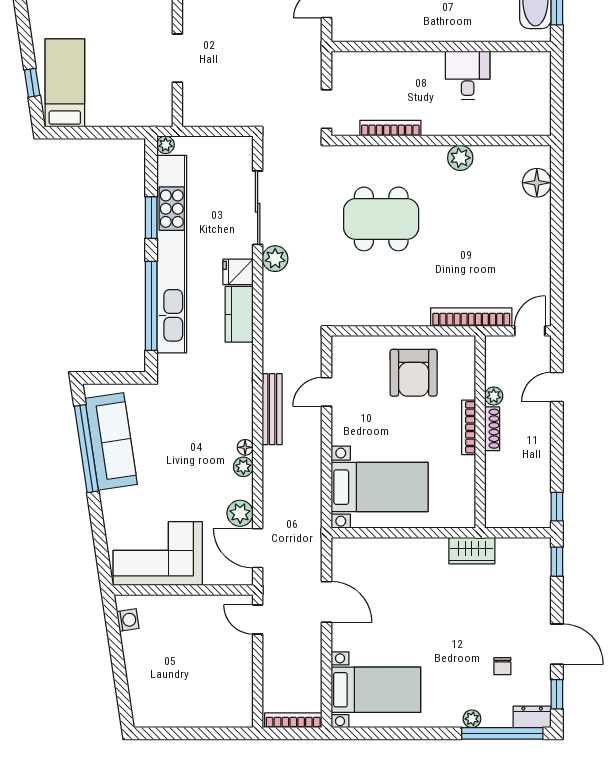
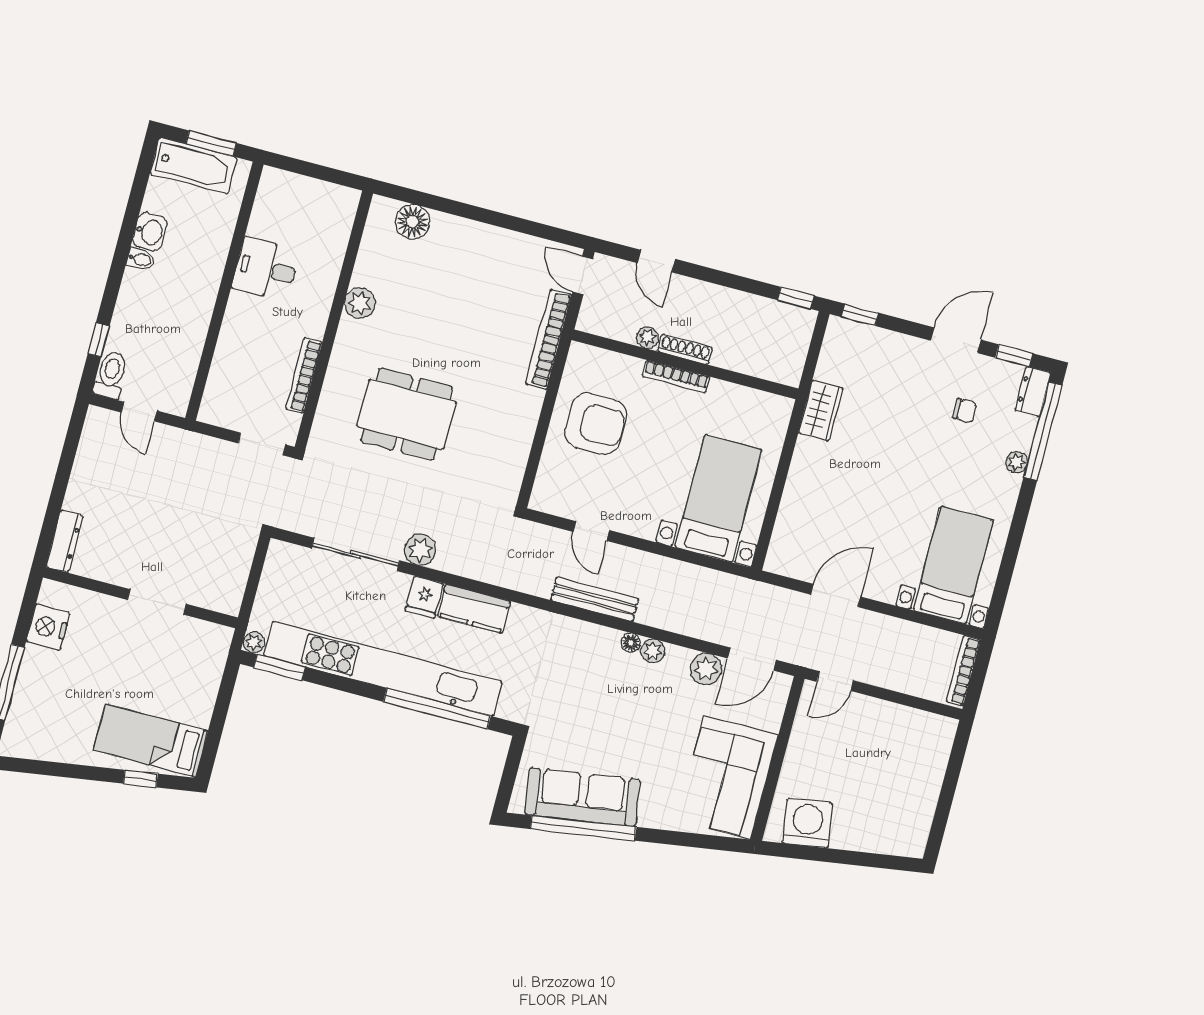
window: (151, 218) -> (280, 667), moved
dining table: (381, 219) -> (407, 414), turned 90
washing machine: (128, 620) -> (807, 823), width x1.89, depth x1.89

